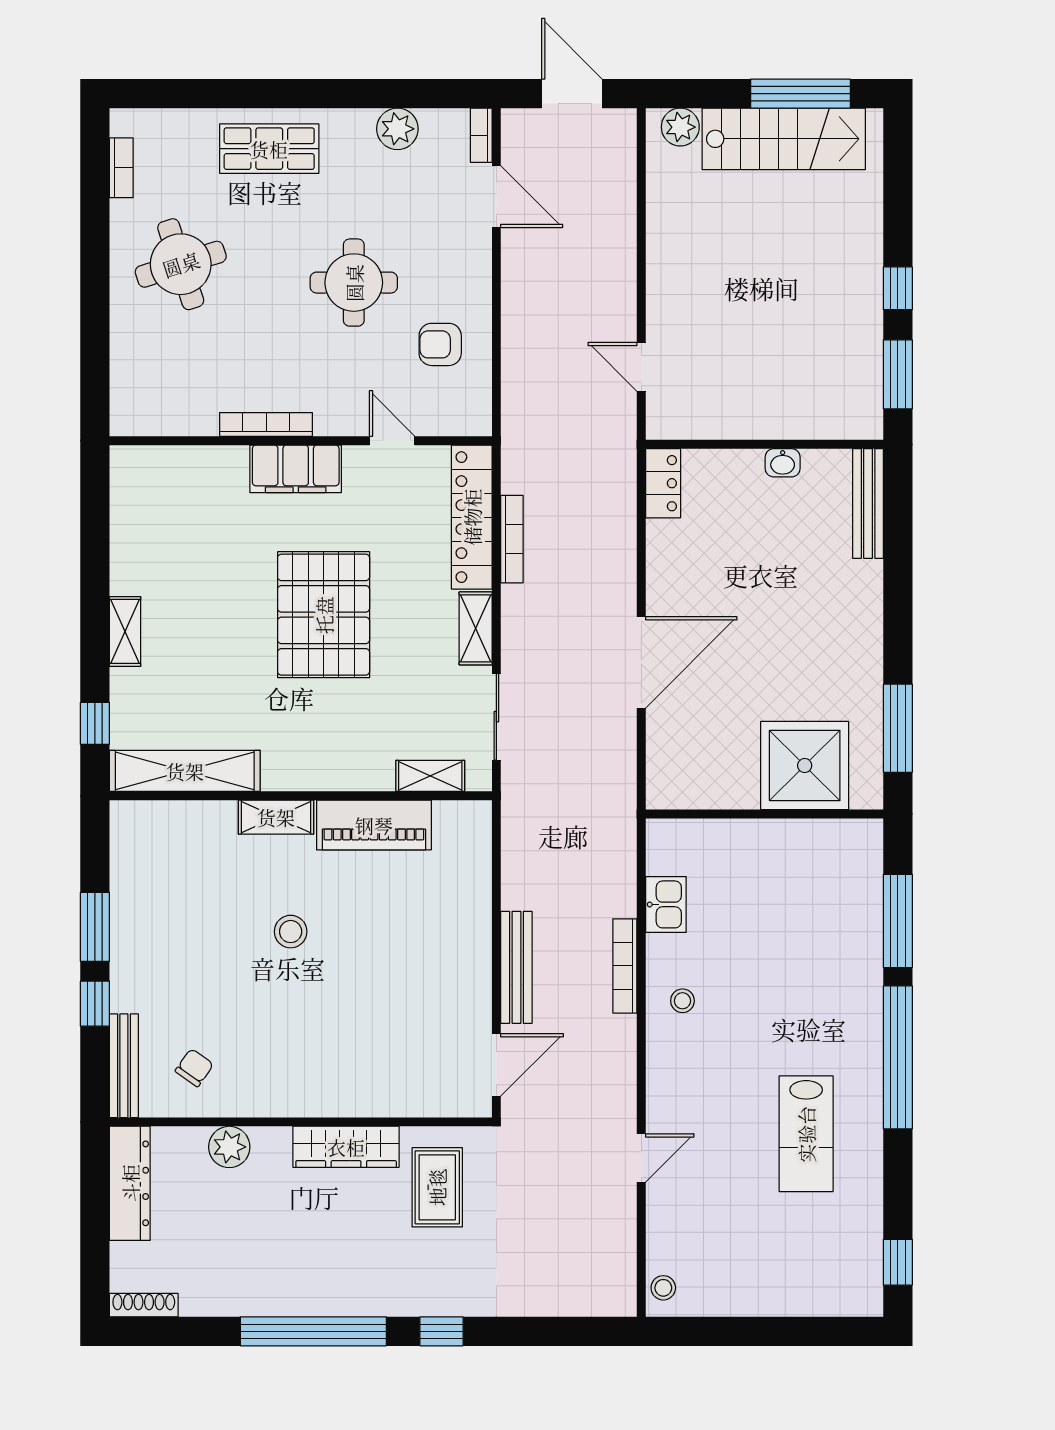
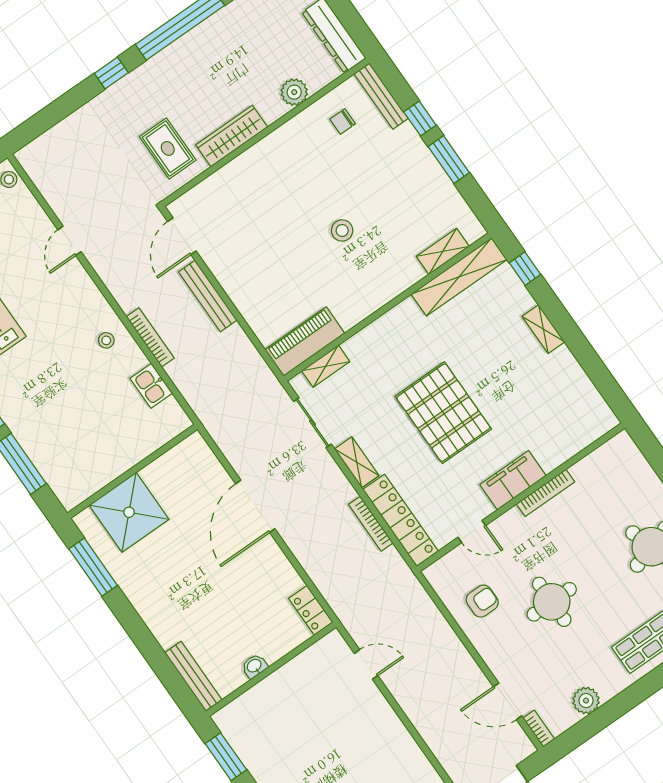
shelving: (276, 817) -> (443, 251), moved
piano: (374, 825) -> (305, 342), moved
chair: (194, 1068) -> (343, 121), turned 55

